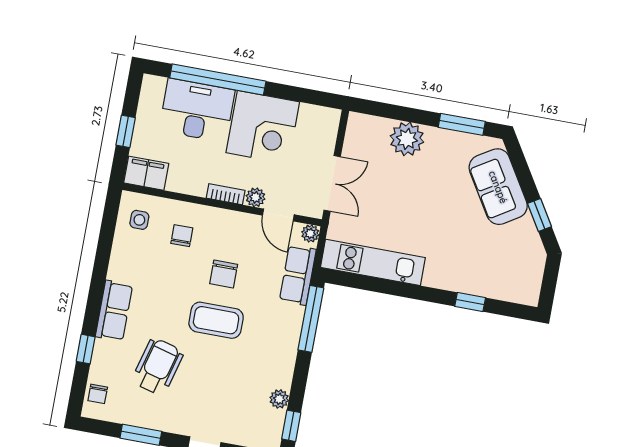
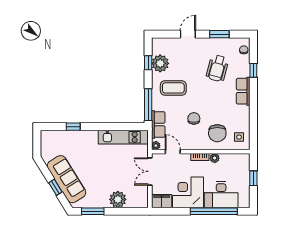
filing cabinet: (146, 173) -> (162, 201), moved, turned 180
sofa: (498, 187) -> (66, 179), width x1.36
plant: (256, 197) -> (215, 158), moved
window: (539, 215) -> (55, 187), moved
chair: (182, 236) -> (217, 133), width x1.87, depth x1.87
coffee table: (216, 320) -> (173, 88), moved
plant: (279, 399) -> (160, 63), width x1.87, depth x1.87
window: (291, 426) -> (148, 63), moved

